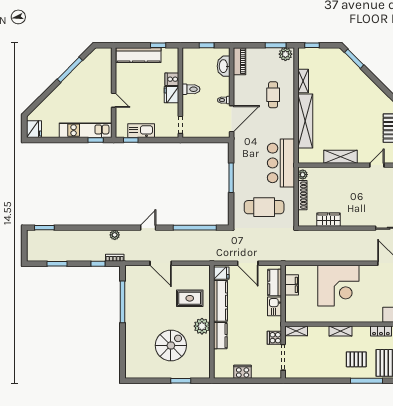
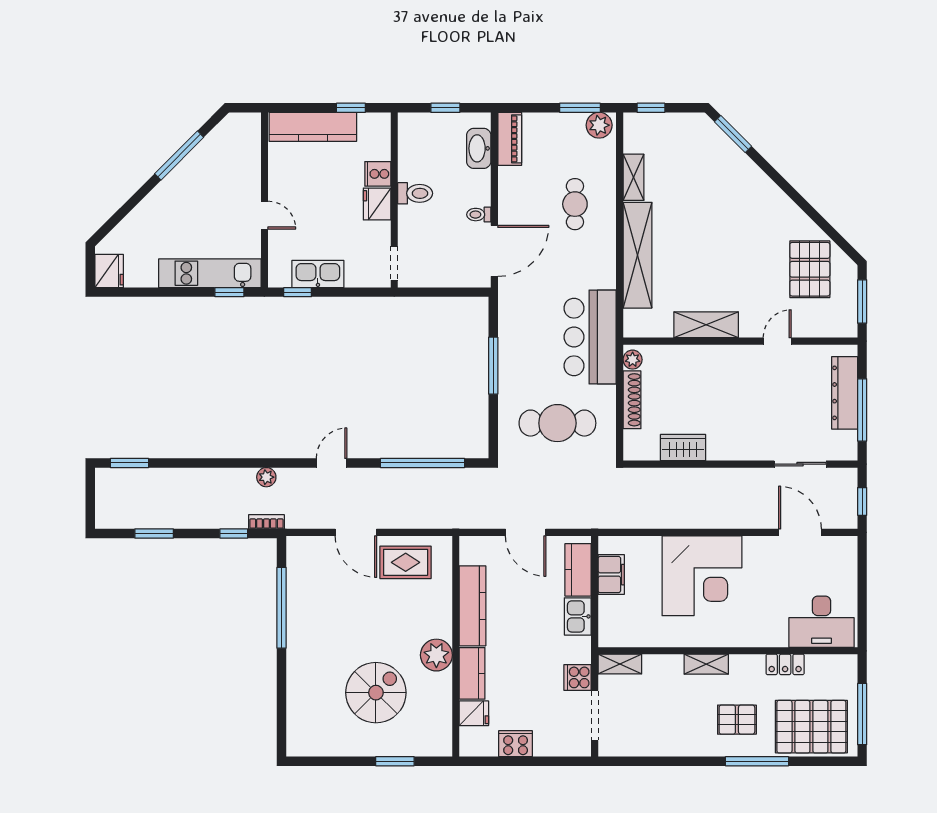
fridge: (221, 273) -> (474, 713), moved
rug: (190, 298) -> (406, 562), moved

